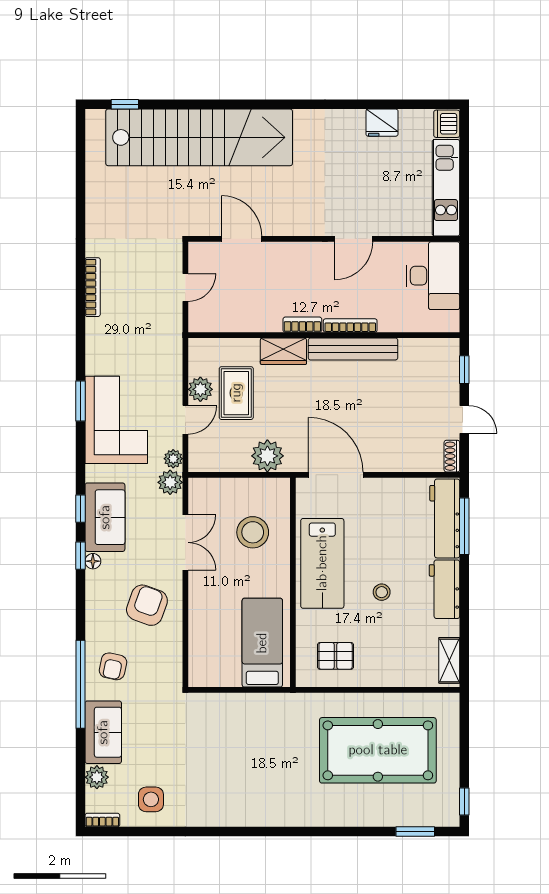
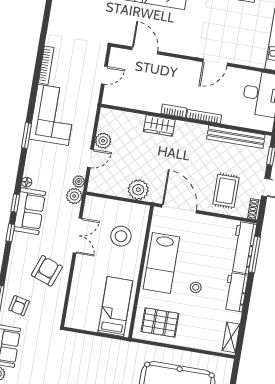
bench: (353, 349) -> (236, 137), moved
rug: (236, 393) -> (226, 191), moved
corner sofa: (116, 420) -> (53, 115), moved
floor lamp: (93, 561) -> (27, 182), moved
pallet: (336, 656) -> (160, 323), width x1.50, depth x1.42

